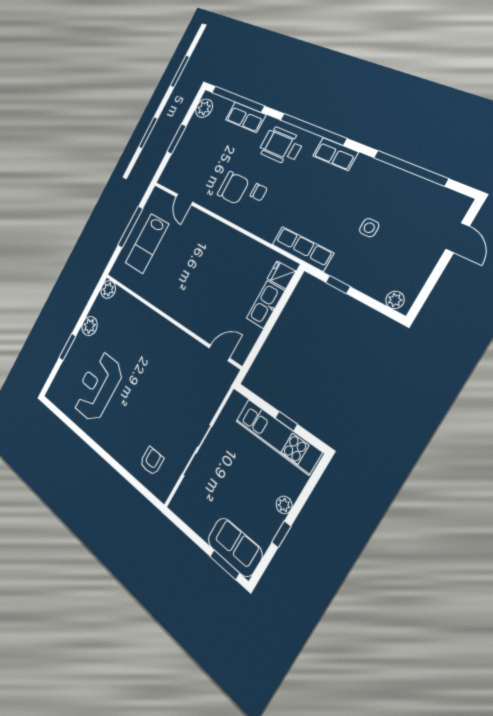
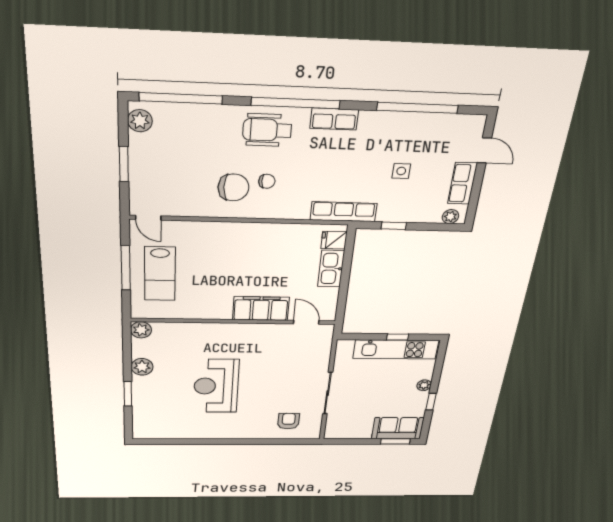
row of seats: (246, 117) -> (462, 183), moved, turned 90
door: (184, 199) -> (148, 218), moved
filing cabinet: (194, 317) -> (261, 309), added
door: (219, 353) -> (306, 322), hinge flipped
reception desk: (97, 387) -> (216, 386), moved

